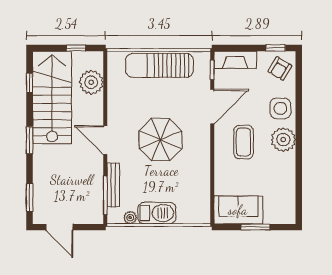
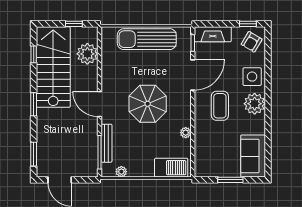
plant: (204, 173) -> (186, 133), added
sofa: (238, 210) -> (253, 156), moved, turned -90
barbecue: (157, 213) -> (171, 168), moved

